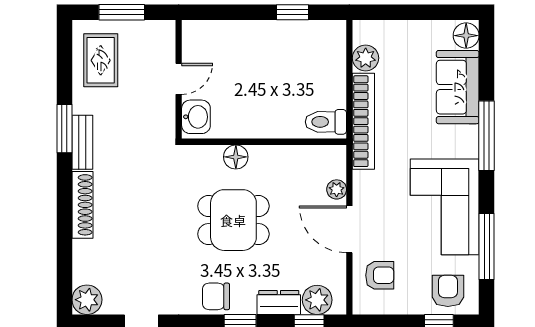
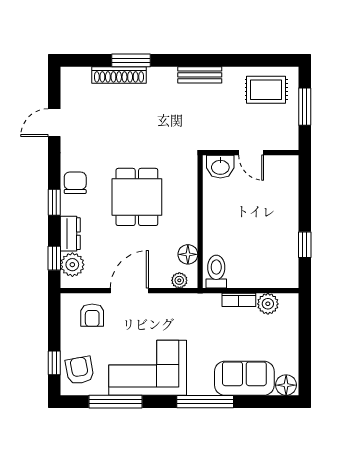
bookcase: (363, 121) -> (239, 300), width x0.43, depth x0.76
window: (64, 129) -> (131, 60), moved
floor lamp: (236, 157) -> (188, 254), moved
plant: (337, 189) -> (179, 280), moved
shoe rack: (82, 205) -> (119, 75), moved
armchair: (448, 291) -> (80, 370), turned -100
plant: (87, 300) -> (72, 79), removed

